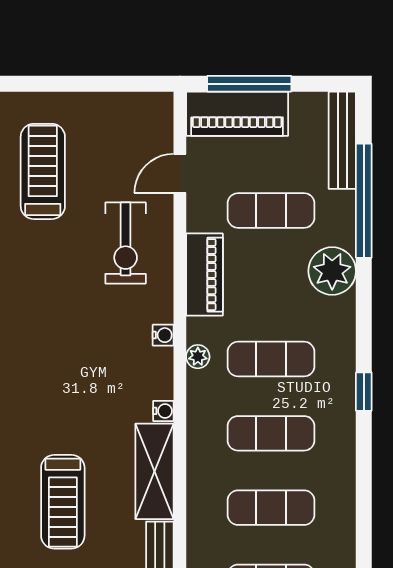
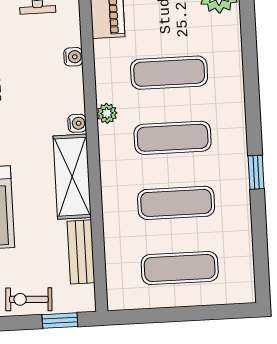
plant: (198, 357) -> (107, 113), moved
window: (364, 392) -> (256, 172), moved

